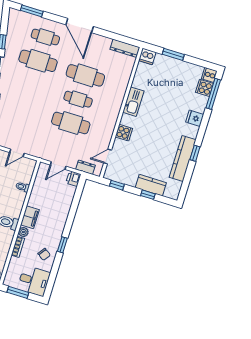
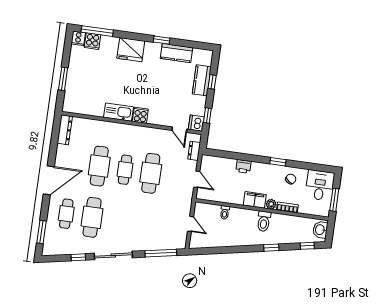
dishwasher: (147, 56) -> (196, 123), moved, turned 180
fridge: (195, 118) -> (131, 50), width x1.88, depth x1.34
cooker: (124, 133) -> (140, 115), moved
kitchen counter: (183, 158) -> (177, 53), width x0.67
printer: (73, 179) -> (243, 166), moved

